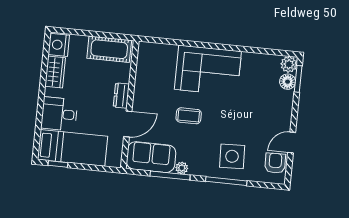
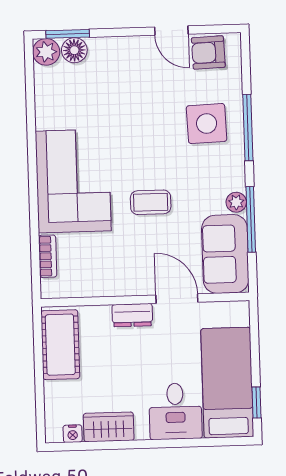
nightstand: (59, 45) -> (73, 434), width x0.53, depth x0.56
bookcase: (164, 49) -> (48, 256), added
coffee table: (189, 116) -> (151, 202), turned 90

